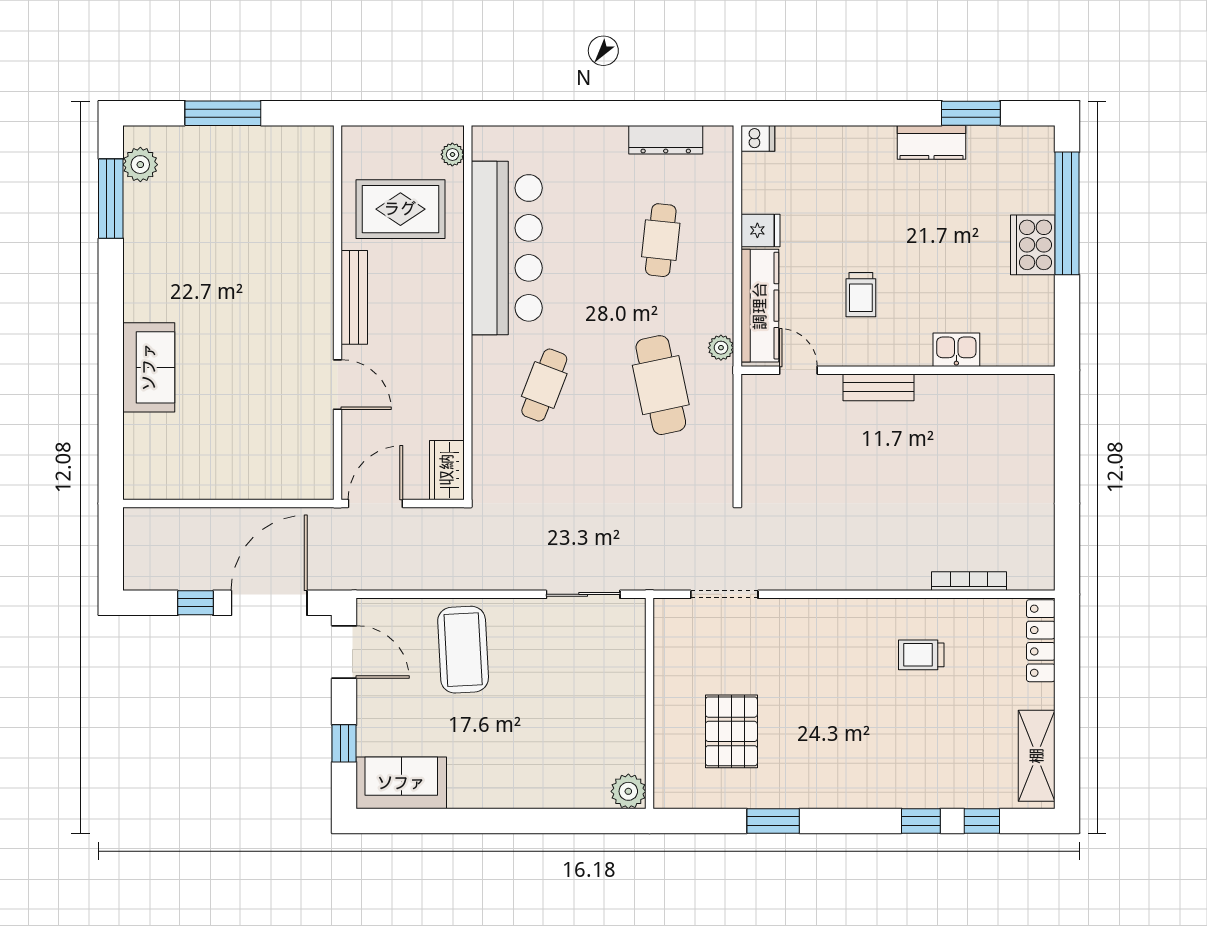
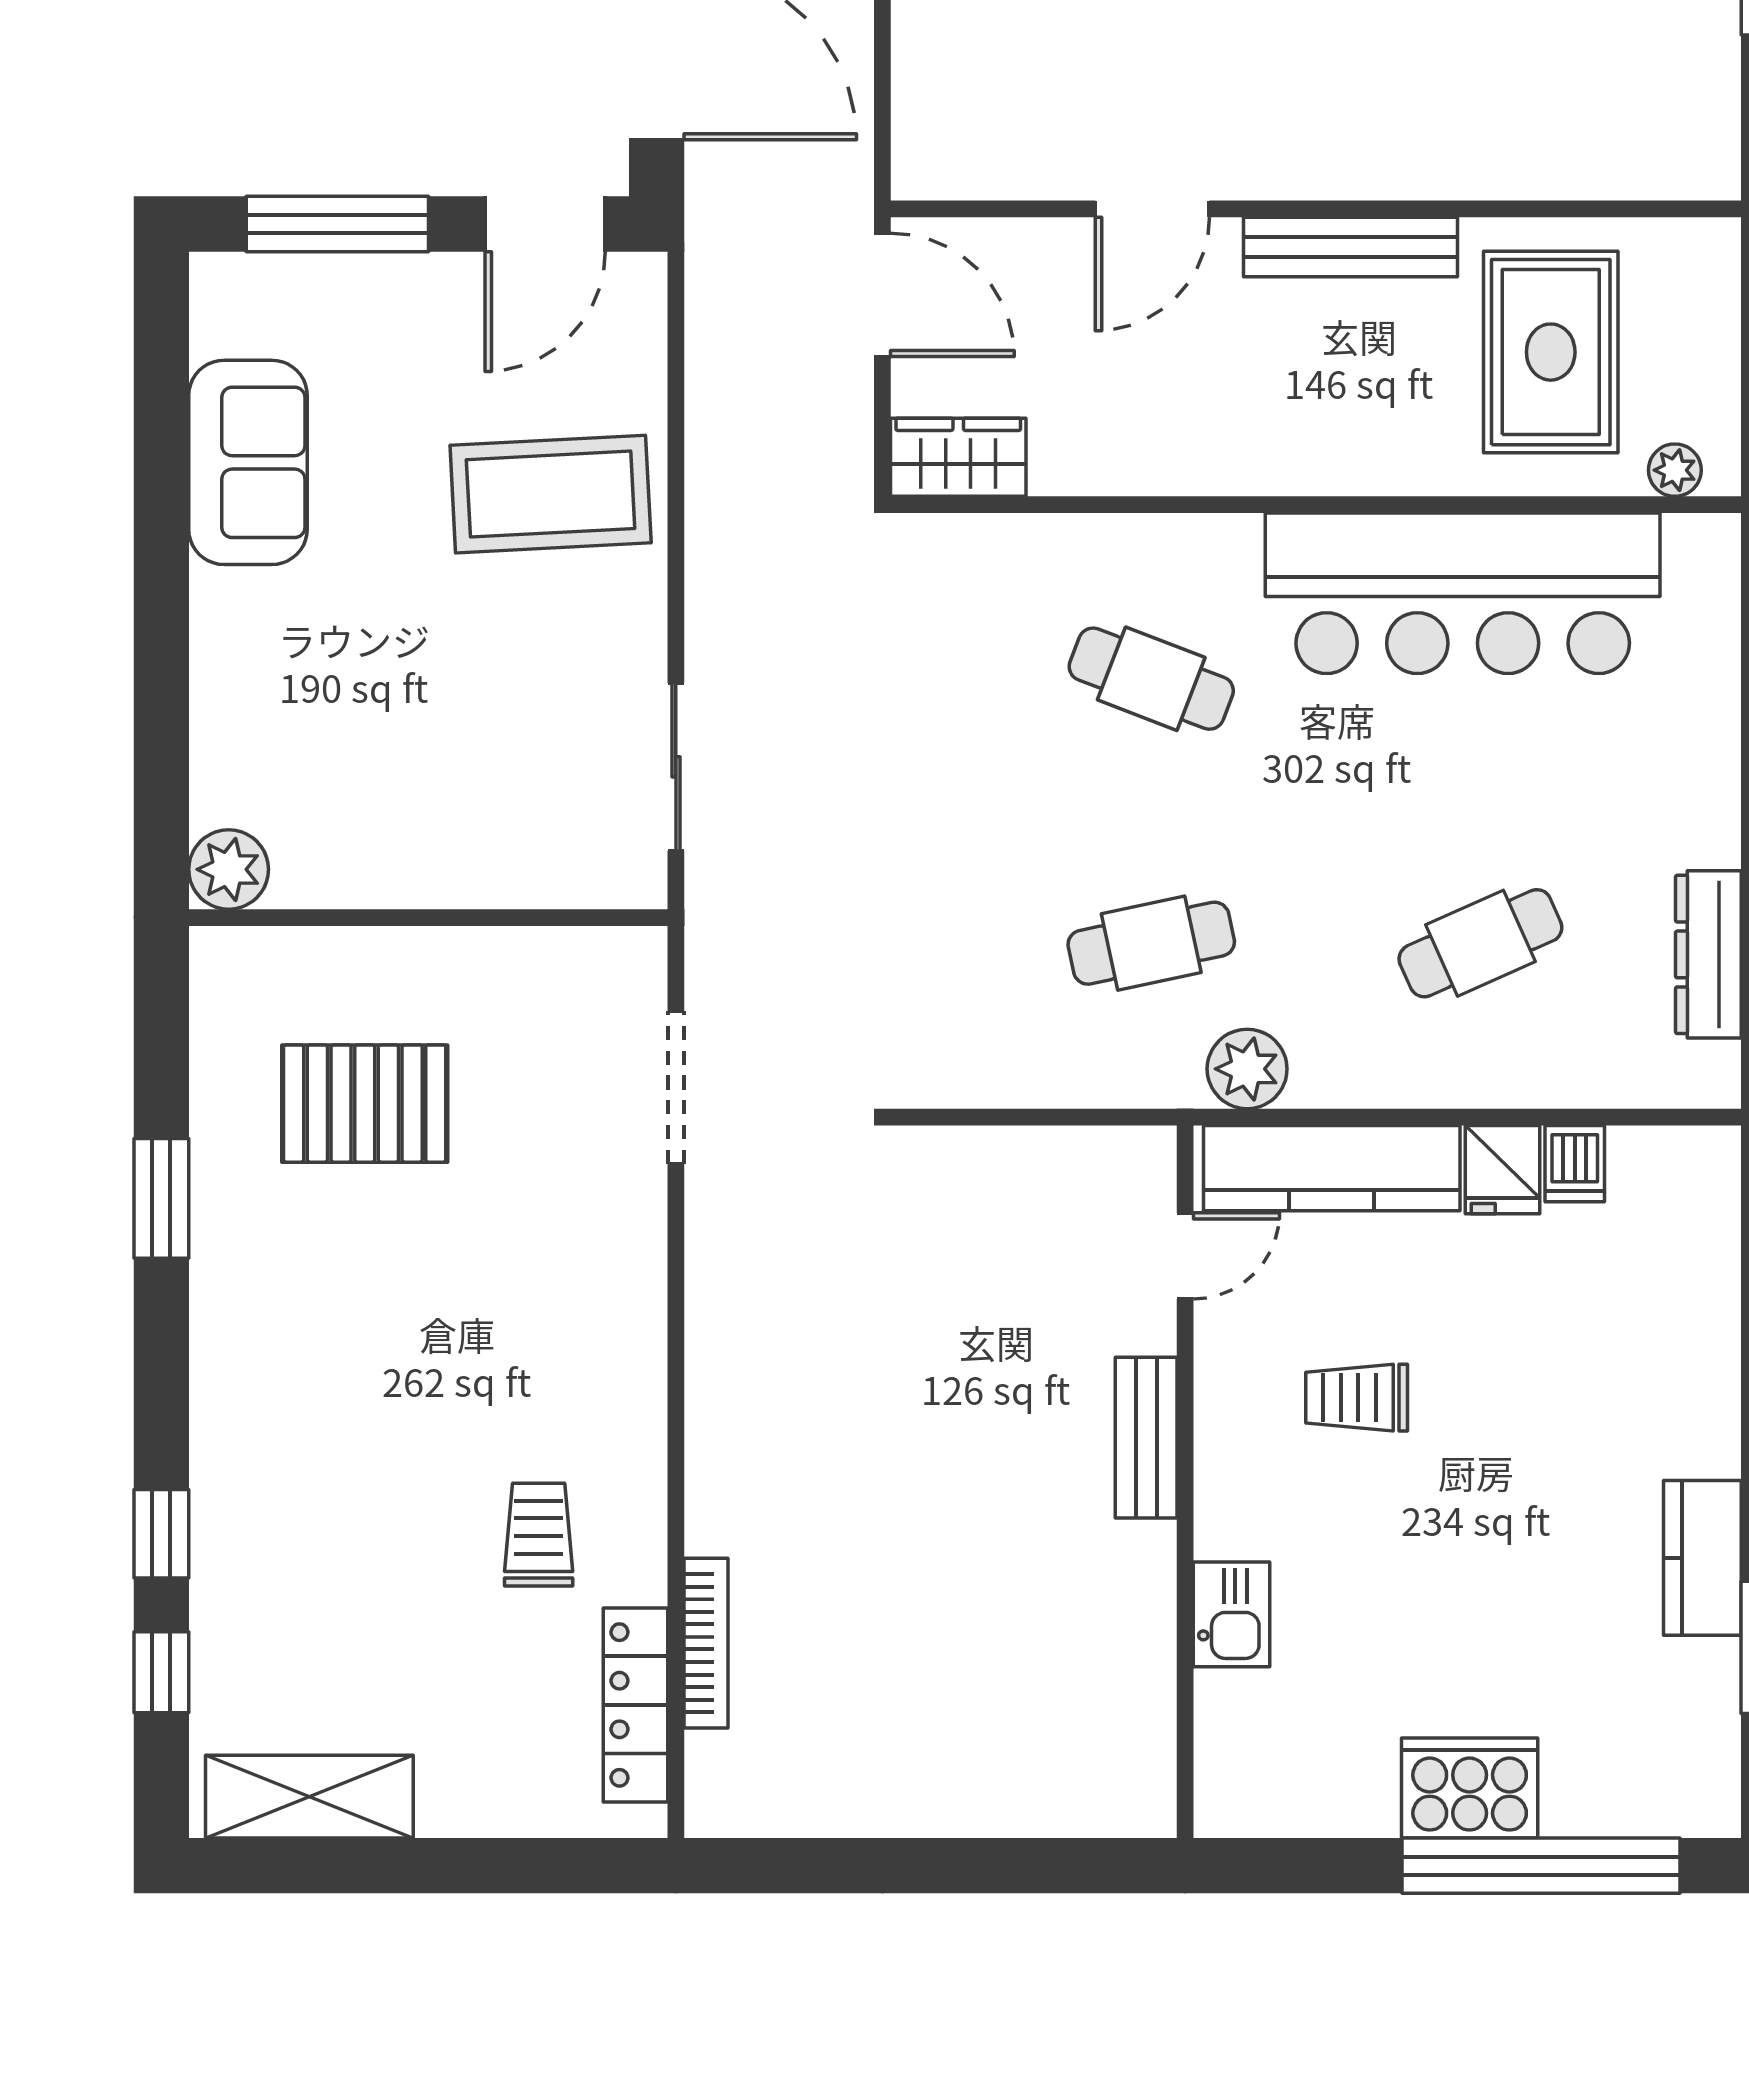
dishwasher: (758, 138) -> (1575, 1164), moved
cafe table: (661, 240) -> (1480, 943), turned -30
plant: (721, 348) -> (1247, 1069), width x1.38, depth x1.38
cafe table: (661, 385) -> (1151, 943), width x0.73, depth x0.74
locker: (1041, 641) -> (636, 1705), moved, turned -90
window: (344, 743) -> (337, 224), width x2.17
sofa: (401, 783) -> (248, 462), moved

